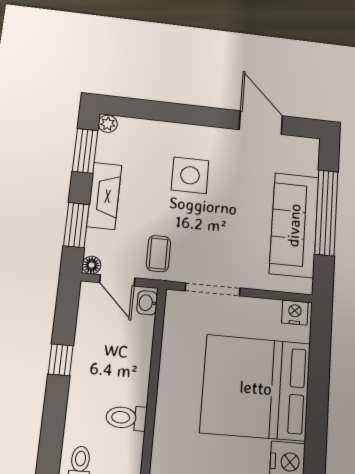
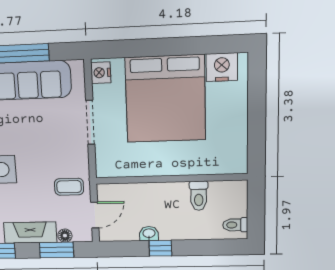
floor lamp: (91, 265) -> (65, 236), moved
doorway: (213, 289) -> (90, 122), moved
washbasin: (147, 303) -> (149, 234), moved, turned 180

